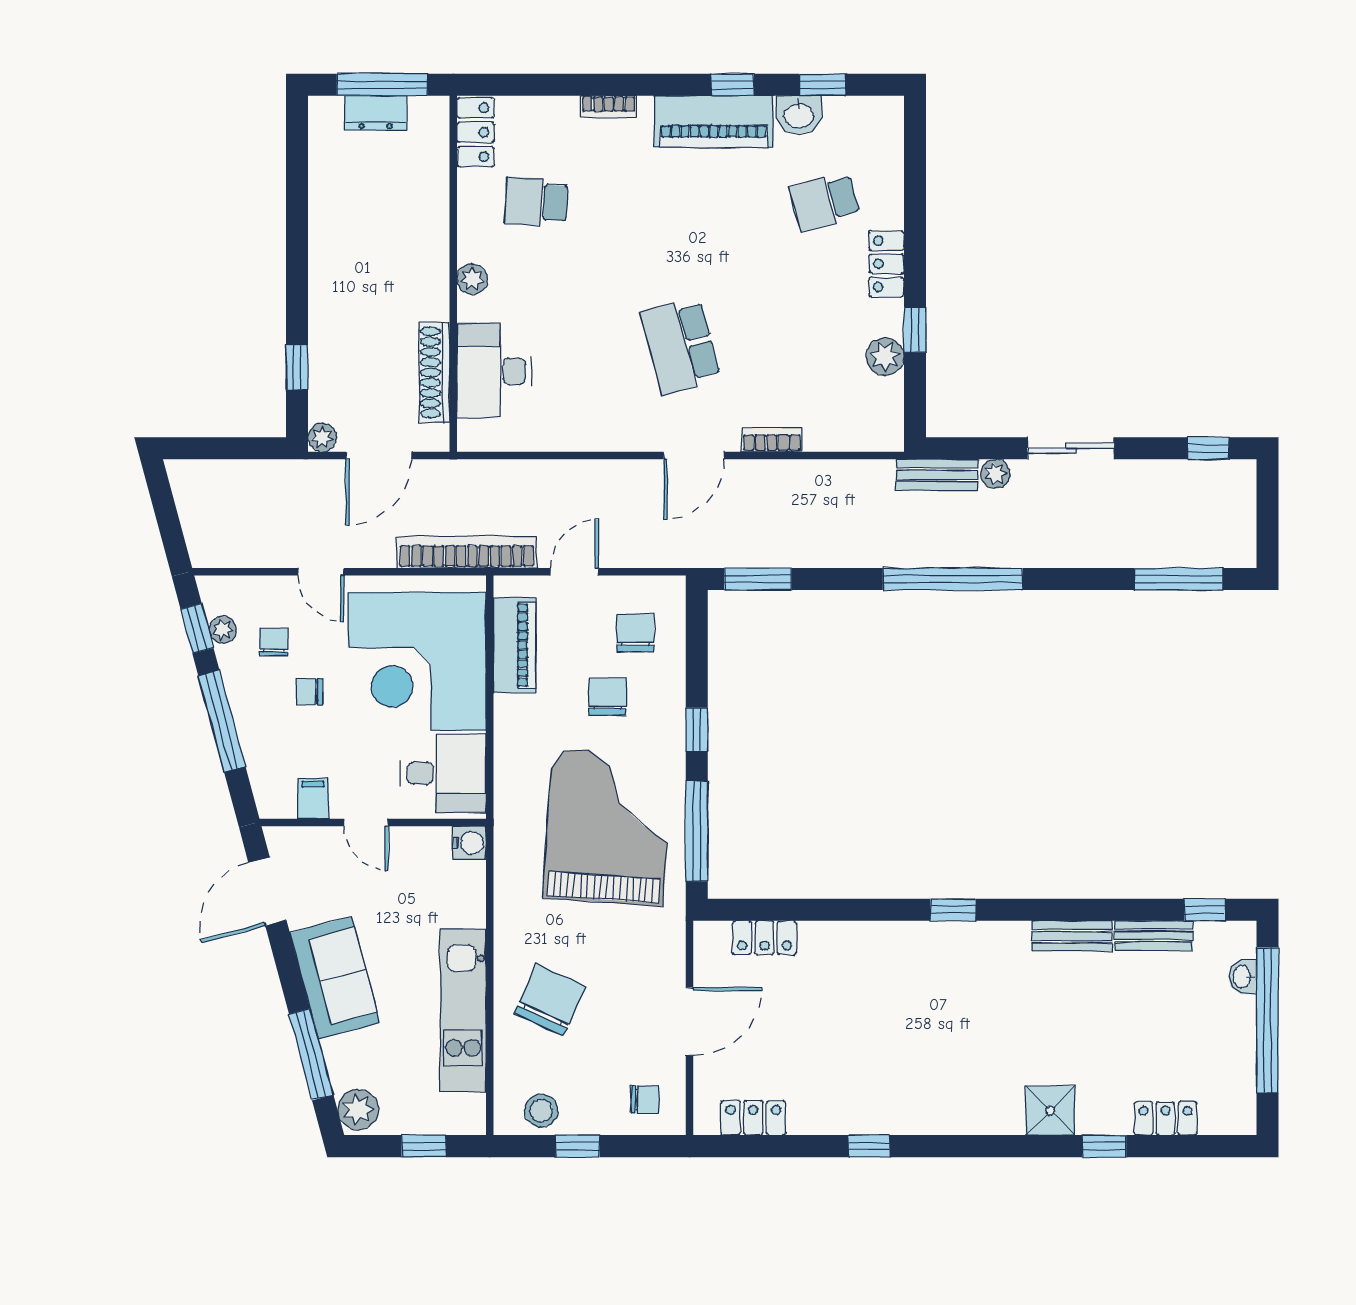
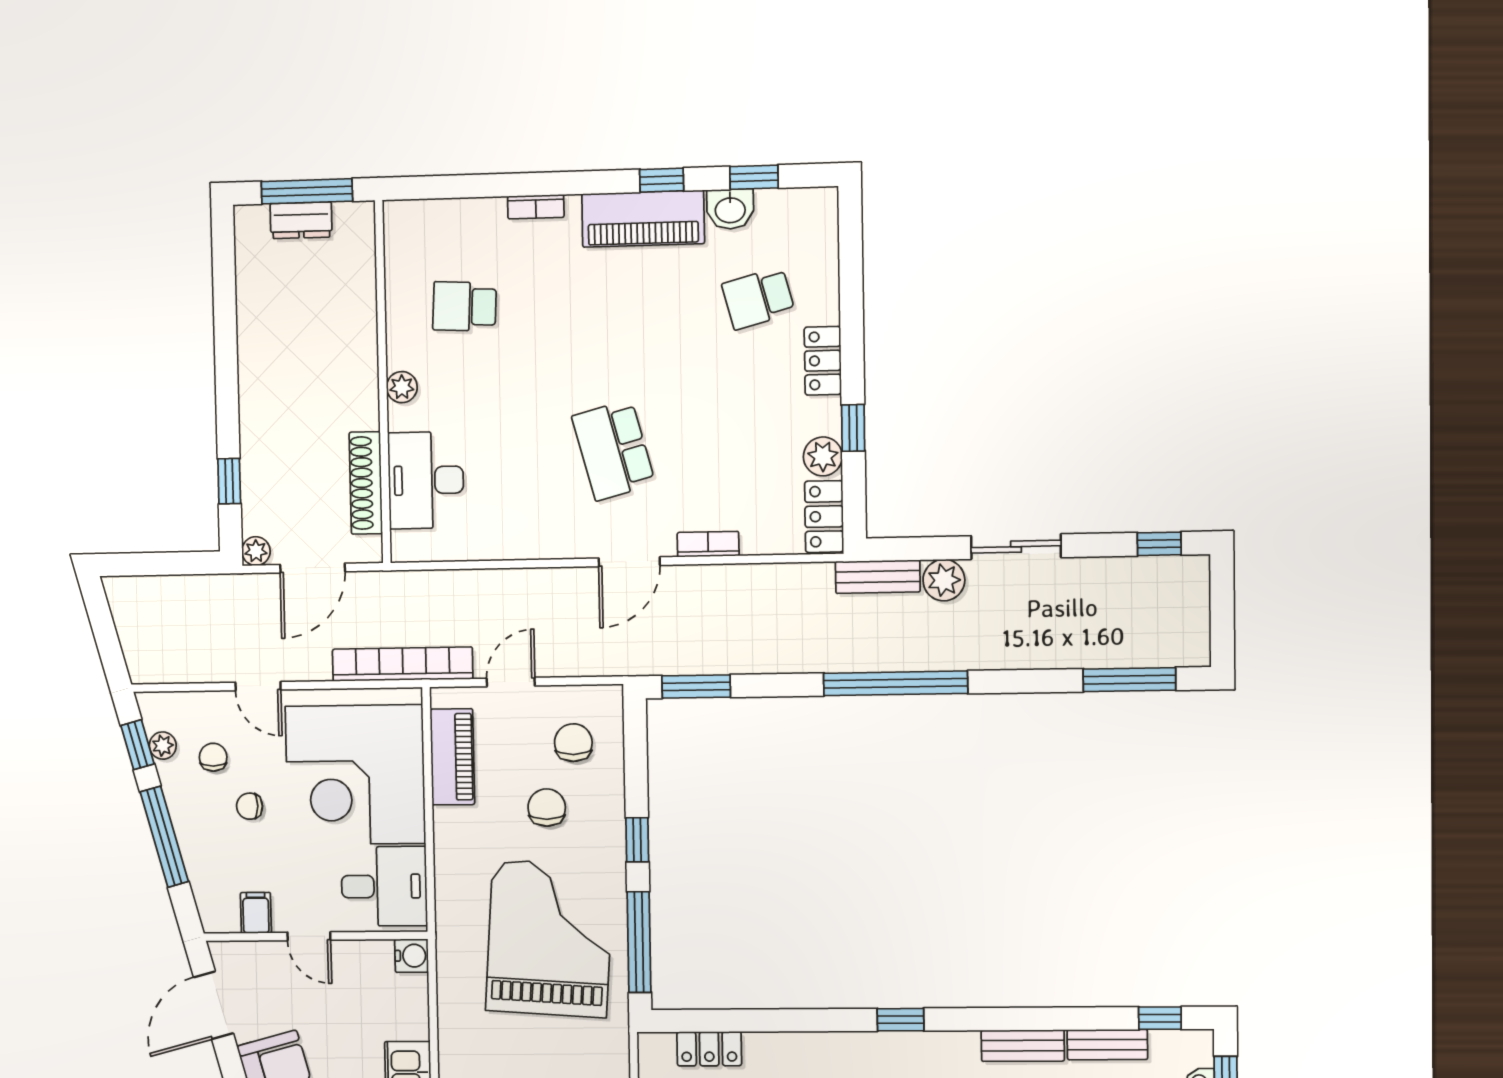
locker: (475, 132) -> (824, 517), moved, turned 180
plant: (995, 474) -> (944, 580), width x1.38, depth x1.38

